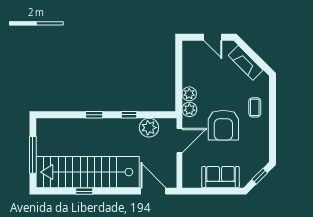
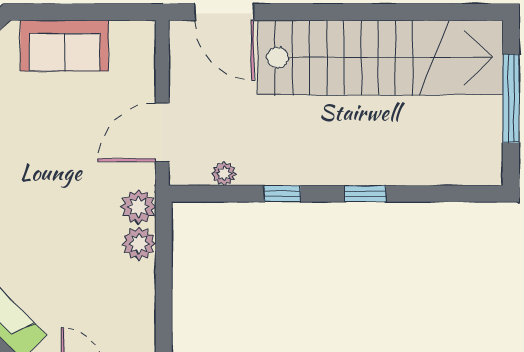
armchair: (223, 125) -> (57, 169), removed
plant: (149, 128) -> (224, 174), width x0.53, depth x0.53
window: (84, 191) -> (389, 12), removed

